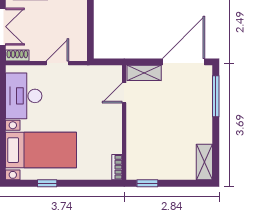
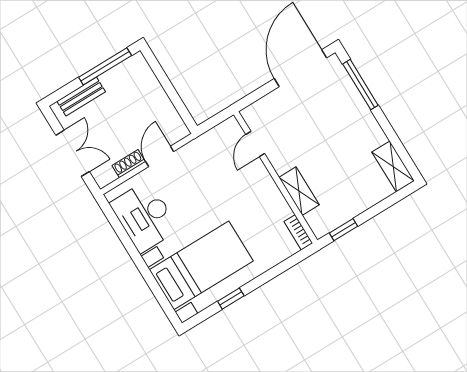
shoe rack: (17, 56) -> (129, 164), moved
shelving: (144, 73) -> (299, 191), moved, turned 90

